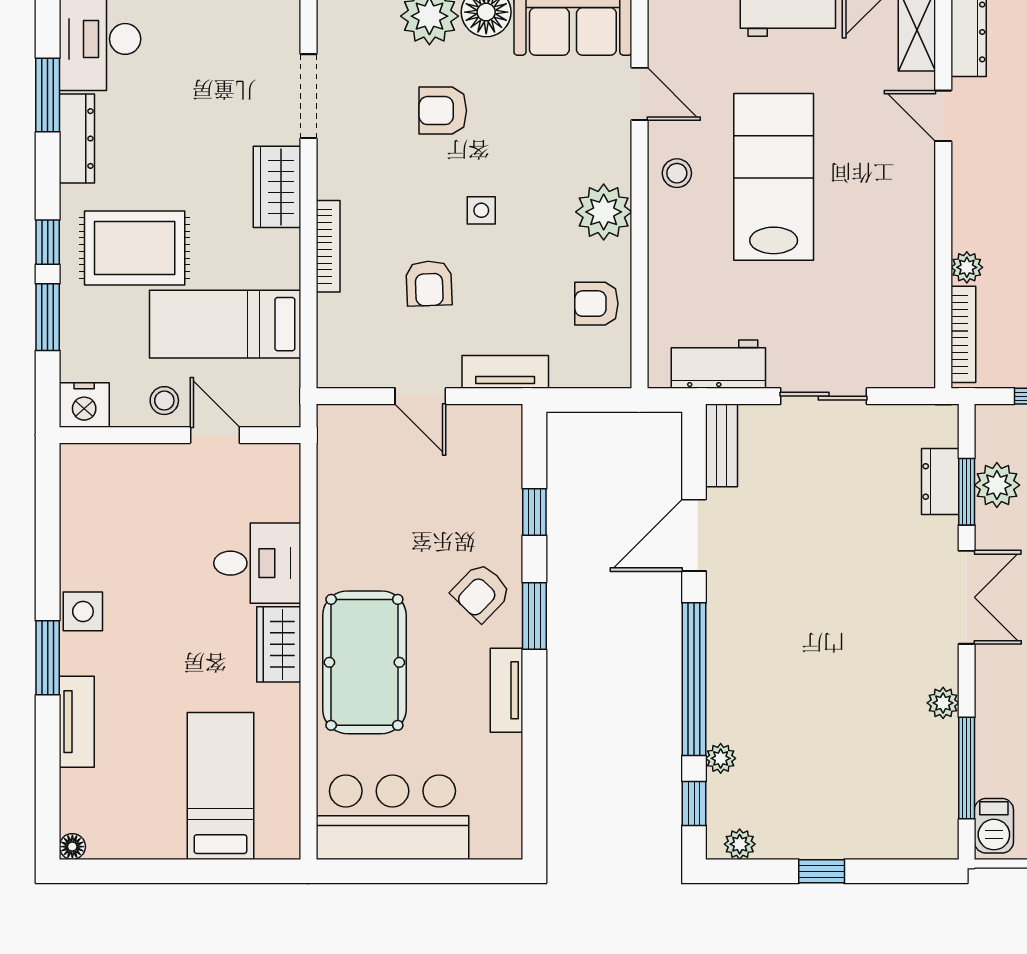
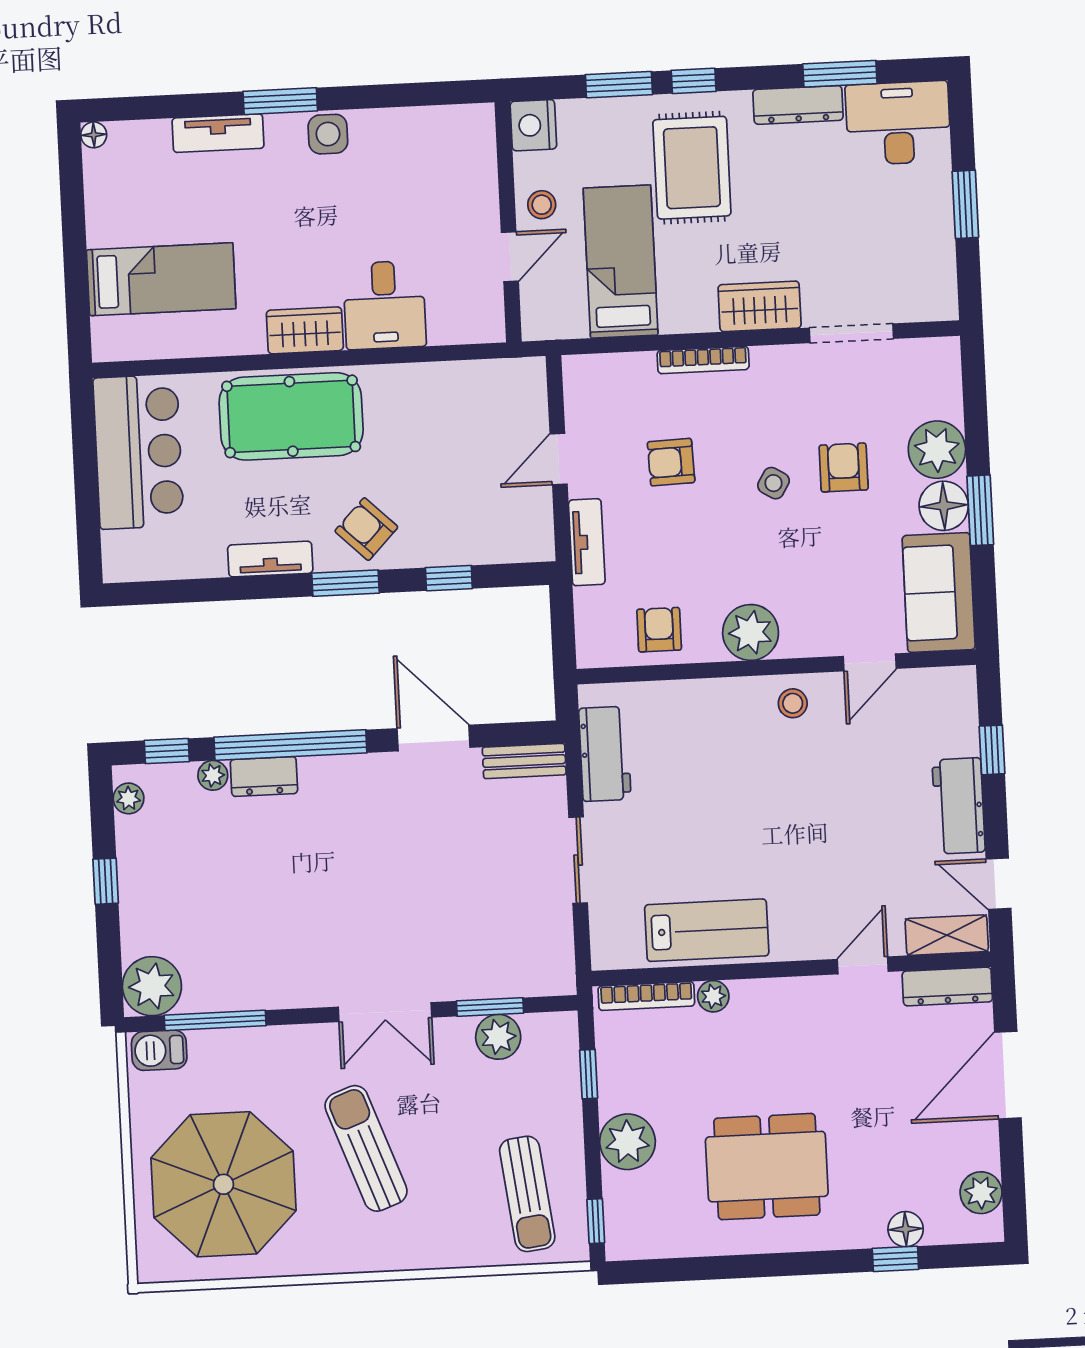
lab bench: (774, 177) -> (707, 930), moved, width x0.73, depth x0.72
side table: (481, 210) -> (774, 483), moved, turned 31
dresser: (940, 481) -> (264, 777), moved, turned 180
plant: (943, 703) -> (152, 986), moved, width x1.87, depth x1.87

